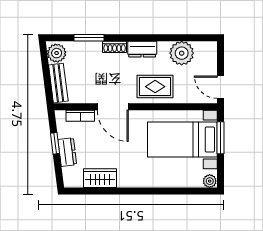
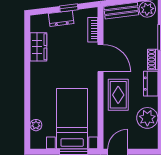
door: (113, 107) -> (101, 58), swing flipped
plant: (210, 181) -> (36, 125), moved

